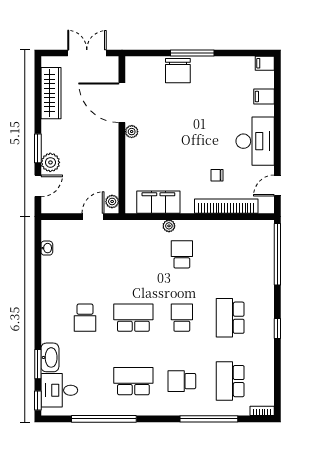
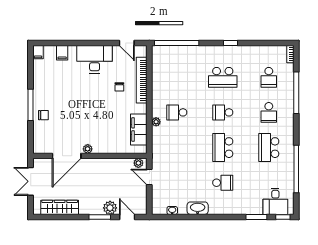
chair: (178, 71) -> (43, 115), width x0.54, depth x0.54
washbasin: (50, 357) -> (198, 208), moved
school desk: (230, 381) -> (269, 77), width x0.54

